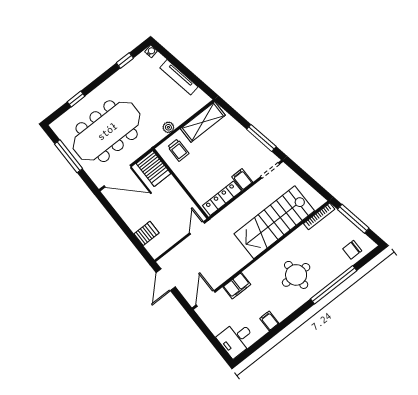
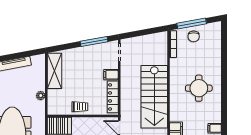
trolley: (178, 150) -> (80, 107), moved
stairs: (274, 222) -> (154, 97), moved
chair: (352, 250) -> (194, 36), moved
window: (334, 285) -> (224, 69), removed

